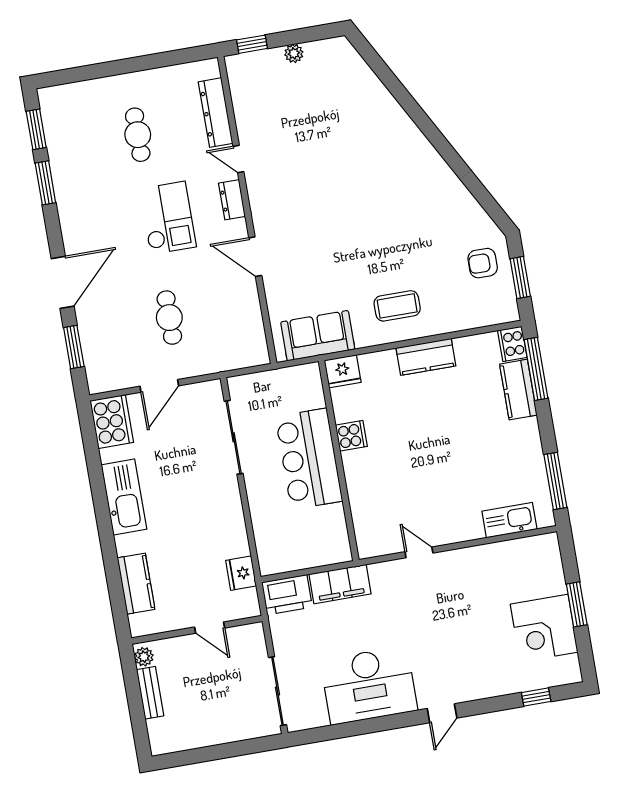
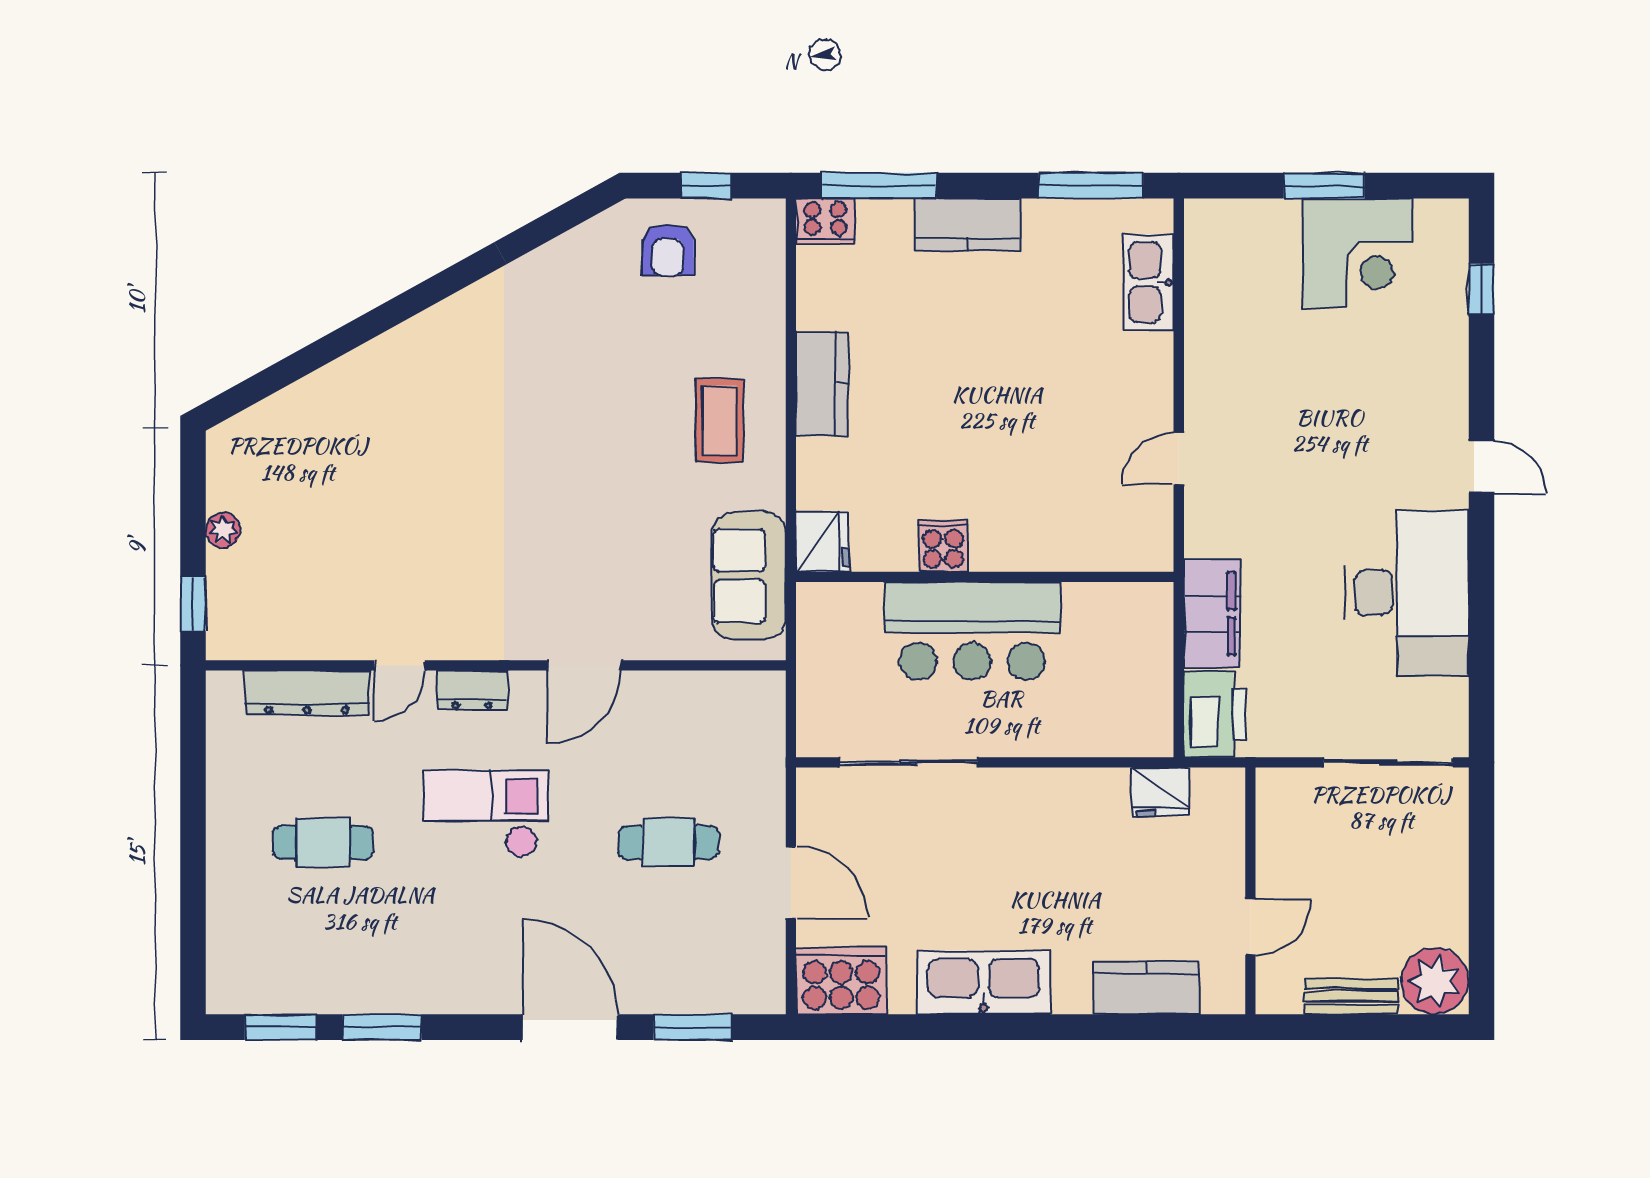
window: (520, 277) -> (706, 186), width x0.67
kitchen counter: (518, 390) -> (967, 225), moved
door: (210, 628) -> (1250, 927), moved
plant: (144, 657) -> (1435, 981), moved, width x1.88, depth x1.88

